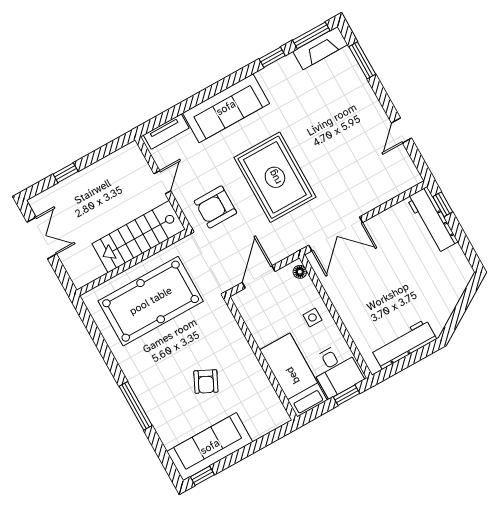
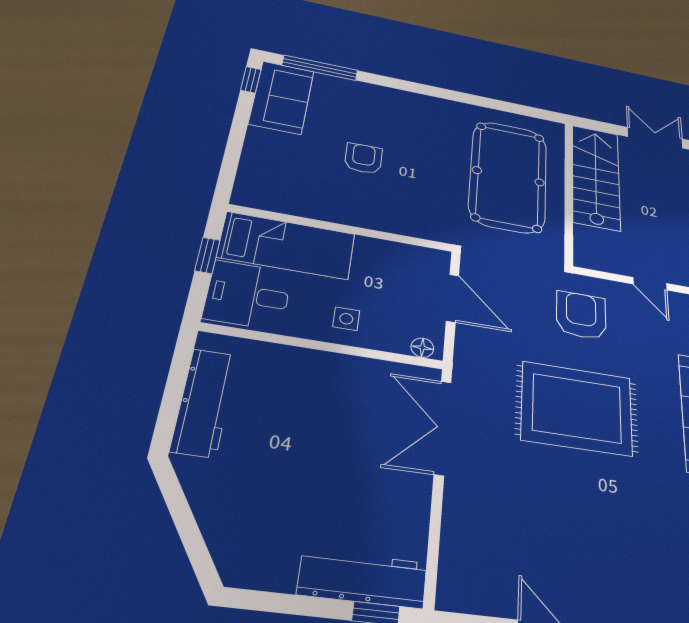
stairs: (139, 237) -> (596, 177), moved
double door: (42, 238) -> (655, 138), swing flipped
armchair: (206, 382) -> (363, 159), turned 63
window: (347, 395) -> (207, 255), moved
window: (136, 406) -> (320, 68), moved
sofa: (210, 447) -> (282, 97), width x0.73

